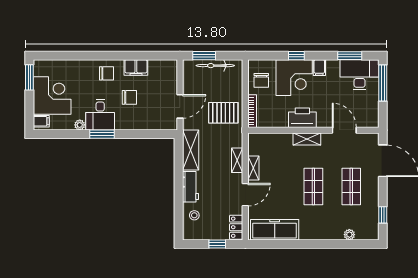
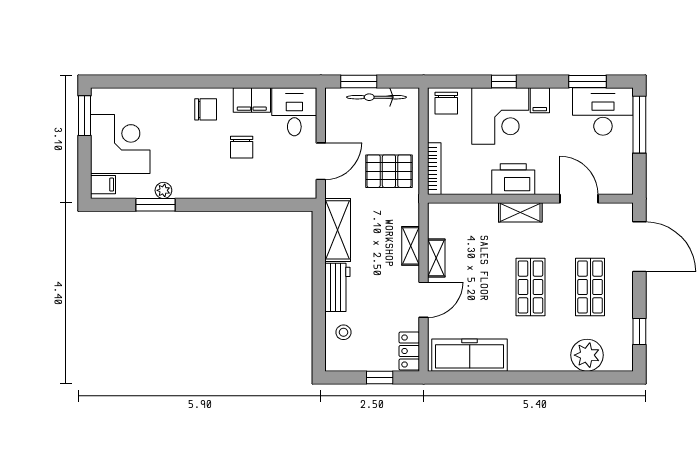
chair: (261, 80) -> (446, 103), moved
chair: (129, 97) -> (242, 147), turned 90
desk: (100, 115) -> (294, 112), moved, turned 180
window: (102, 134) -> (156, 205), moved
plant: (349, 235) -> (587, 355), width x1.87, depth x1.87

